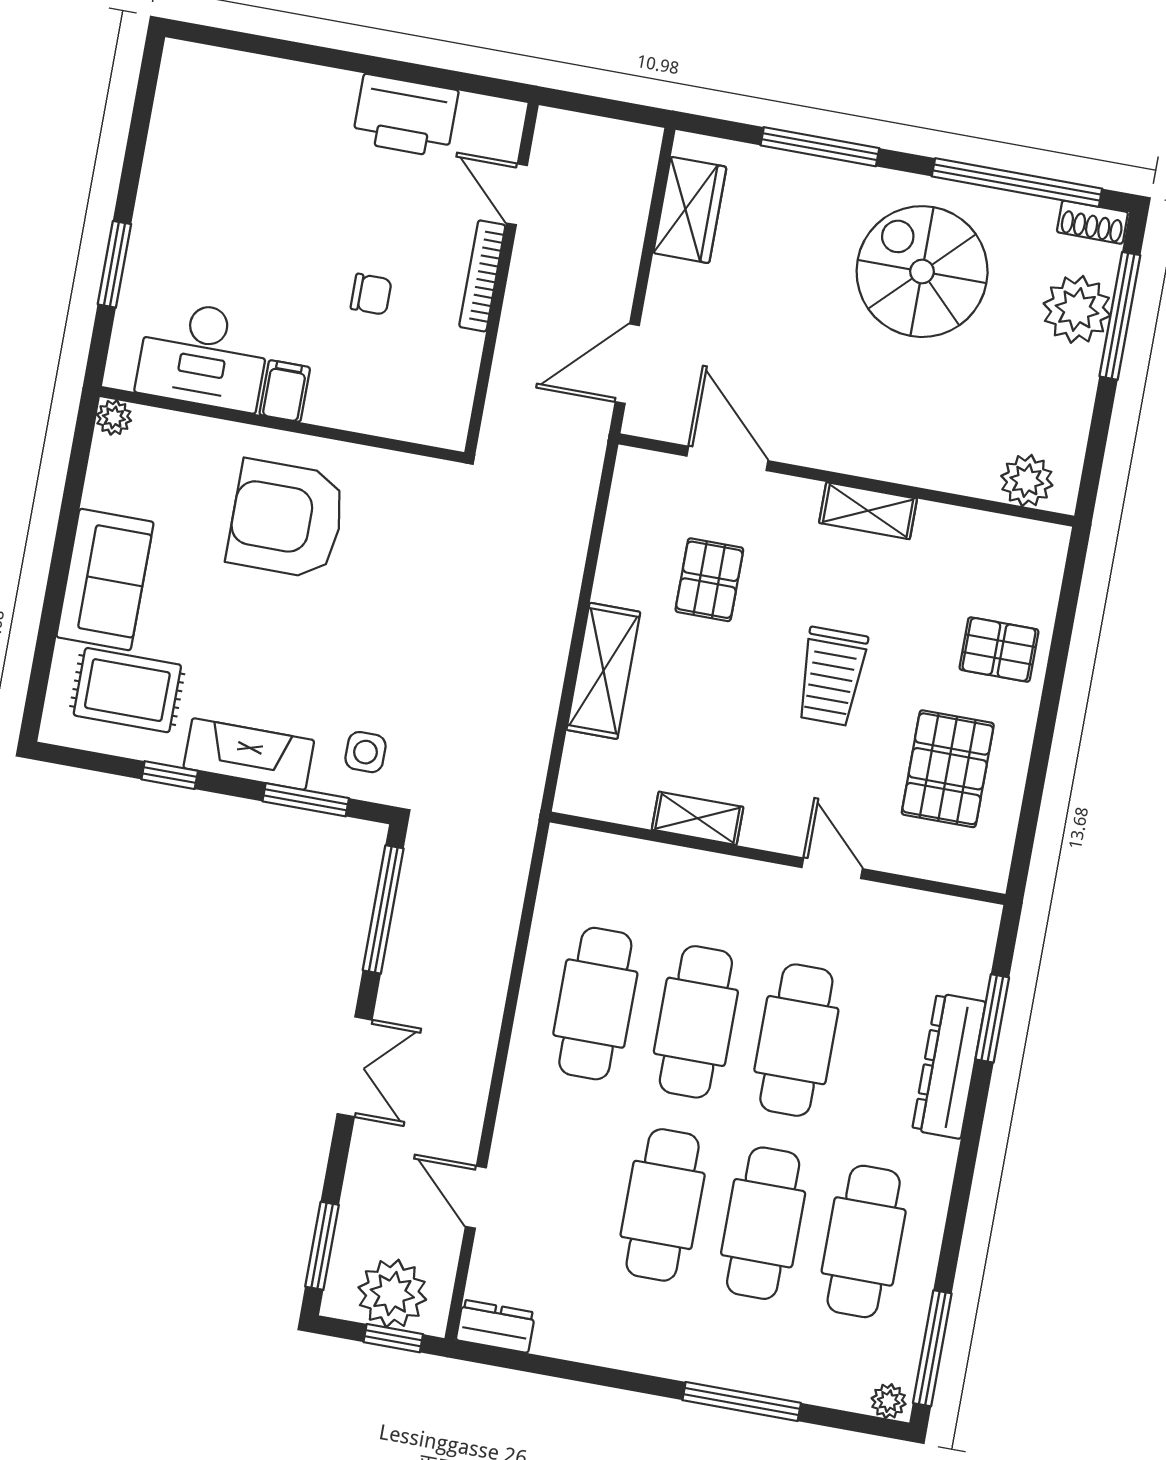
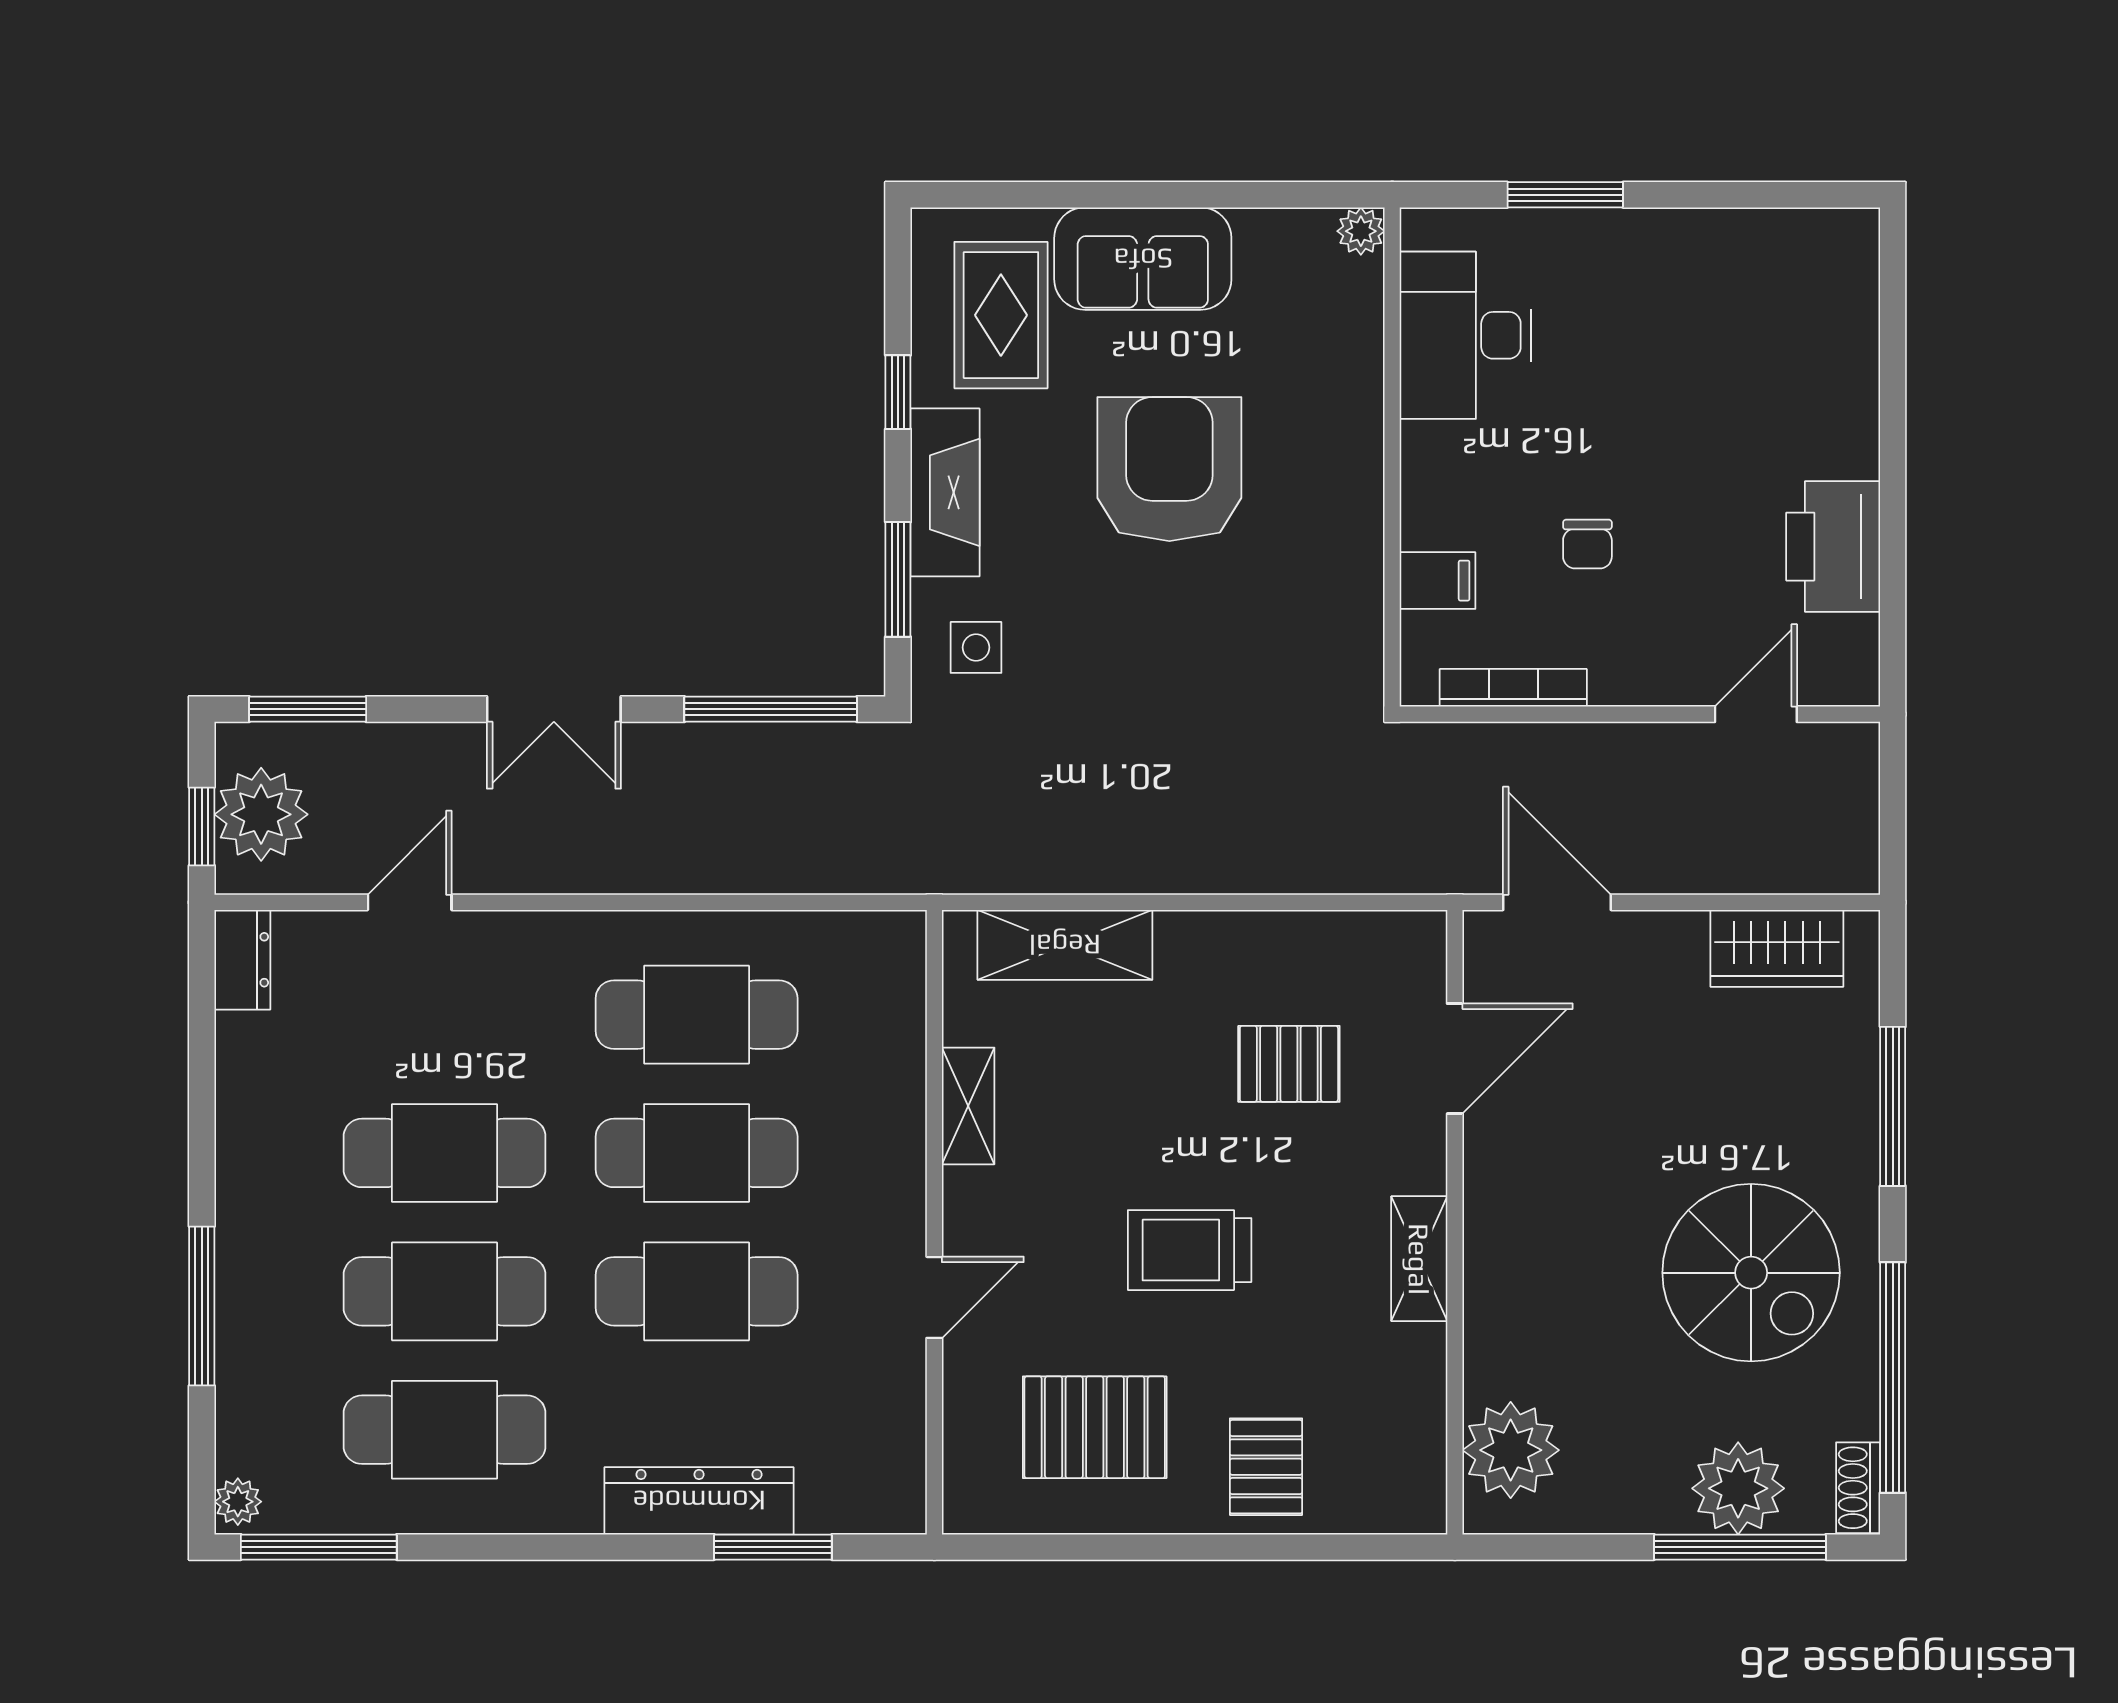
spiral stairs: (922, 272) -> (1751, 1273), turned 90
bookcase: (482, 276) -> (1513, 688), moved
filing cabinet: (285, 391) -> (1438, 581), moved
plant: (1027, 481) -> (1511, 1450), width x1.36, depth x1.36
armchair: (287, 519) -> (1169, 469), moved
shelving: (603, 671) -> (1065, 945), moved

